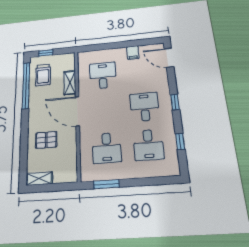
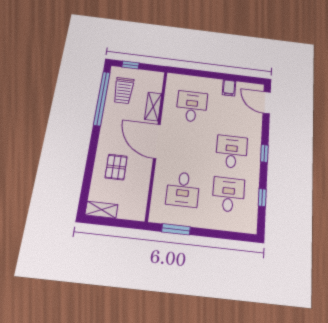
pallet: (46, 140) -> (116, 167), turned 90
desk: (148, 145) -> (228, 195), turned 180

